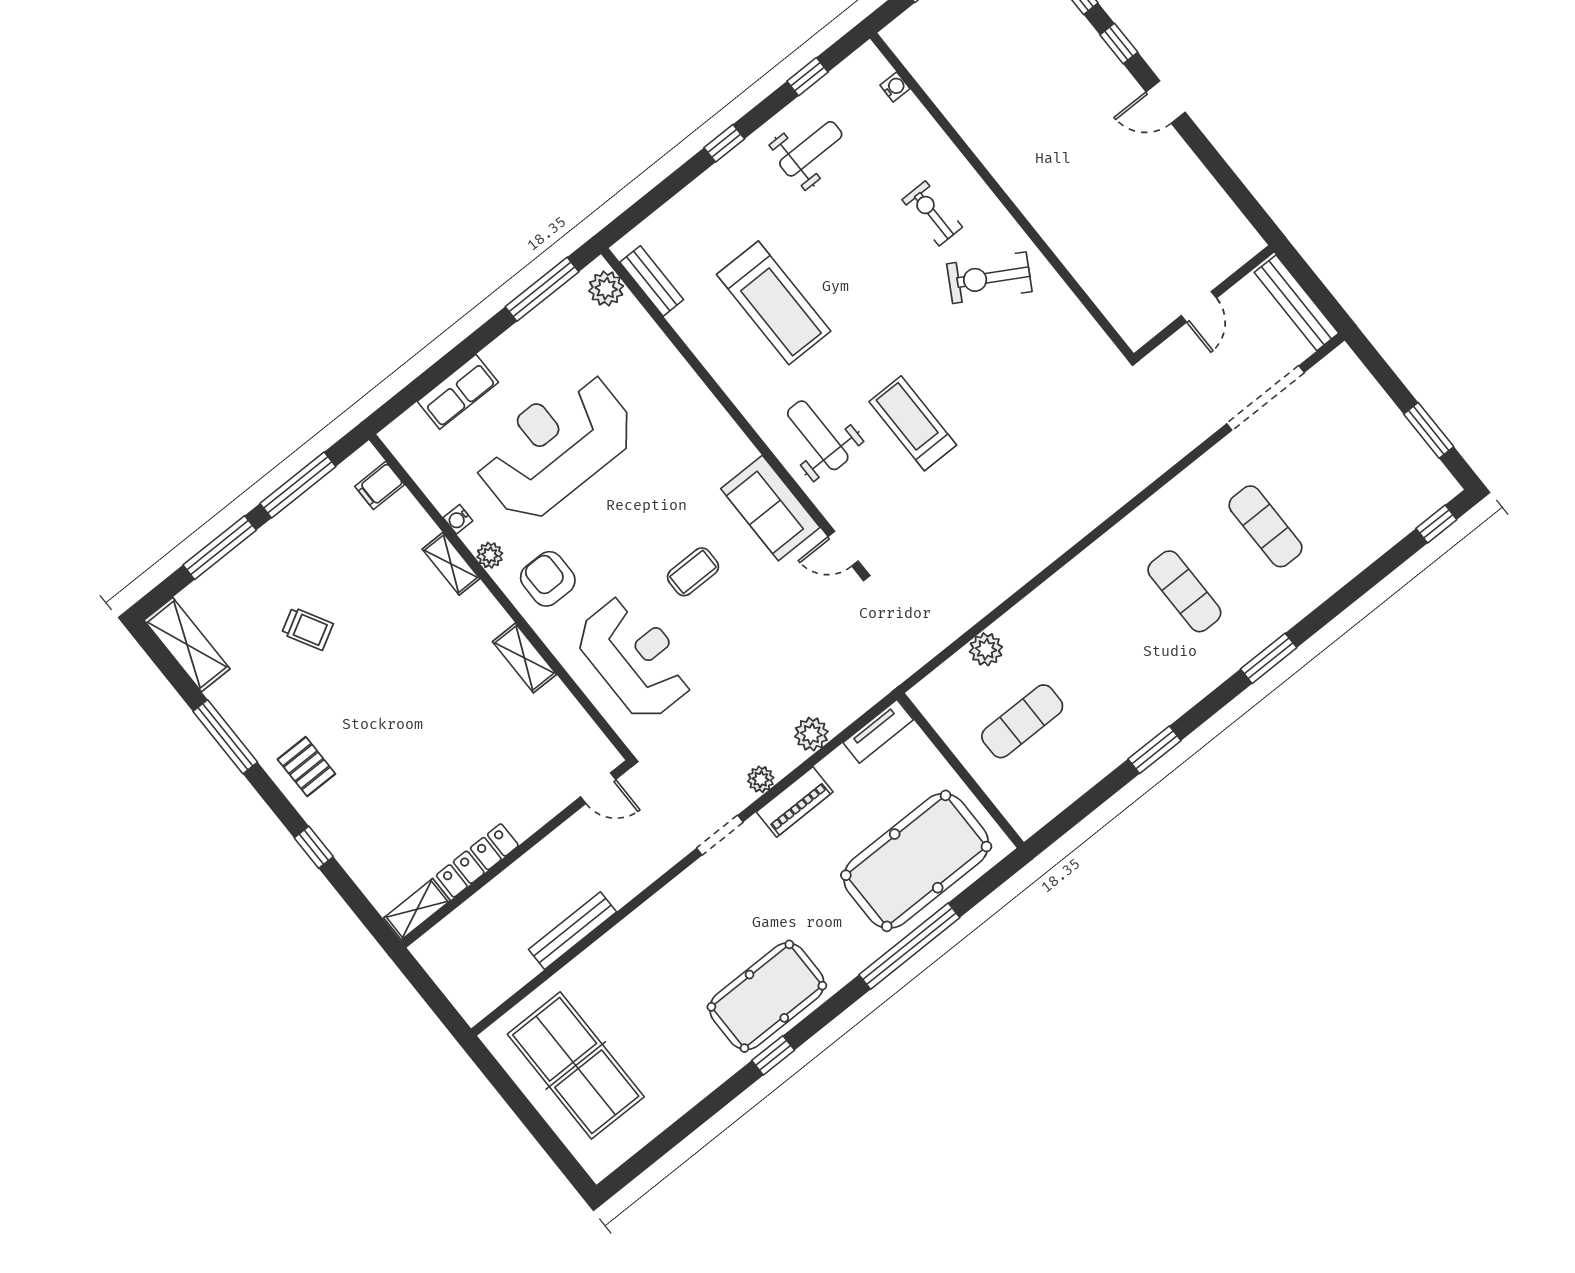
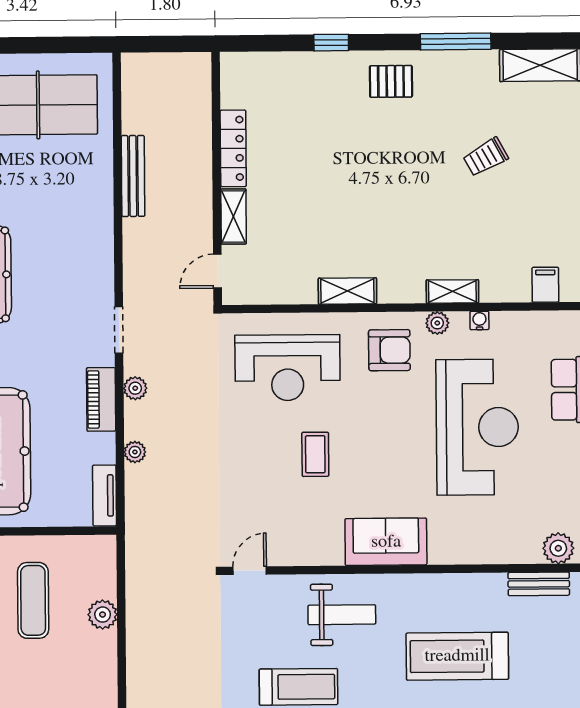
sofa: (770, 508) -> (386, 542), moved
plant: (811, 734) -> (135, 452), width x0.73, depth x0.73
shelving: (417, 909) -> (234, 216), moved

